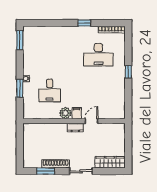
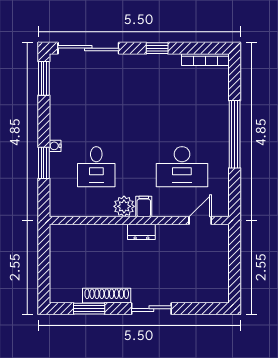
sliding door: (45, 23) -> (88, 48), added
desk: (98, 55) -> (182, 167), moved
window: (128, 72) -> (235, 134), width x3.17
door: (91, 121) -> (200, 221), moved
wardrobe: (110, 162) -> (203, 293), removed

